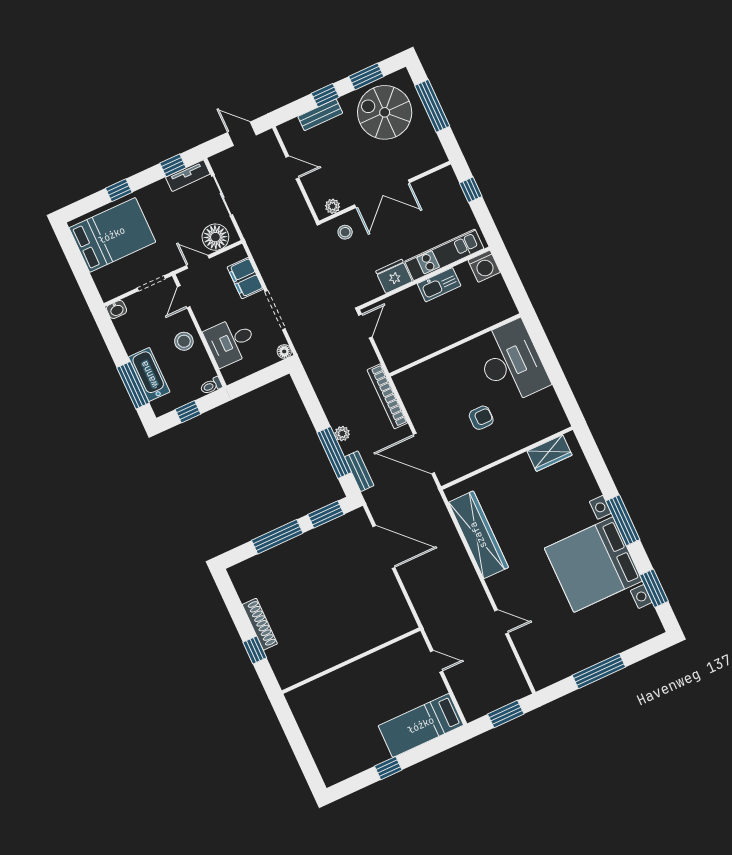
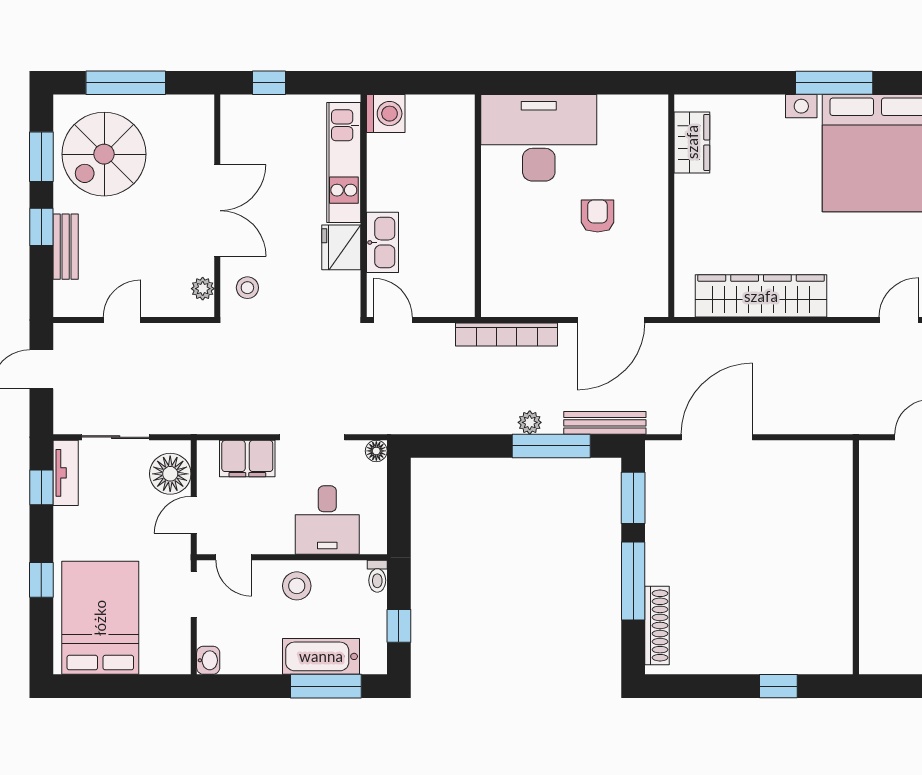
kitchen sink: (439, 285) -> (383, 242), moved
bench: (359, 471) -> (605, 423), width x1.36
shoe rack: (260, 624) -> (657, 625), moved, turned 90

